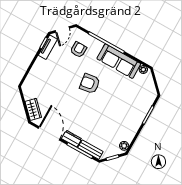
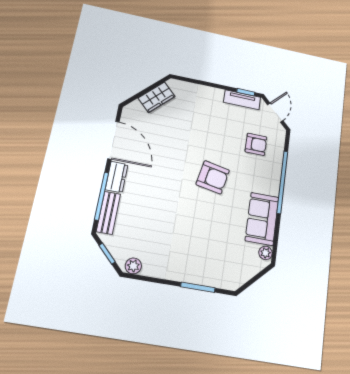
door: (62, 29) -> (275, 113), swing flipped
sofa: (119, 61) -> (262, 219), width x0.73
armchair: (90, 84) -> (213, 177), turned 109
wardrobe: (33, 109) -> (157, 97), moved
door: (49, 133) -> (113, 140), hinge flipped

